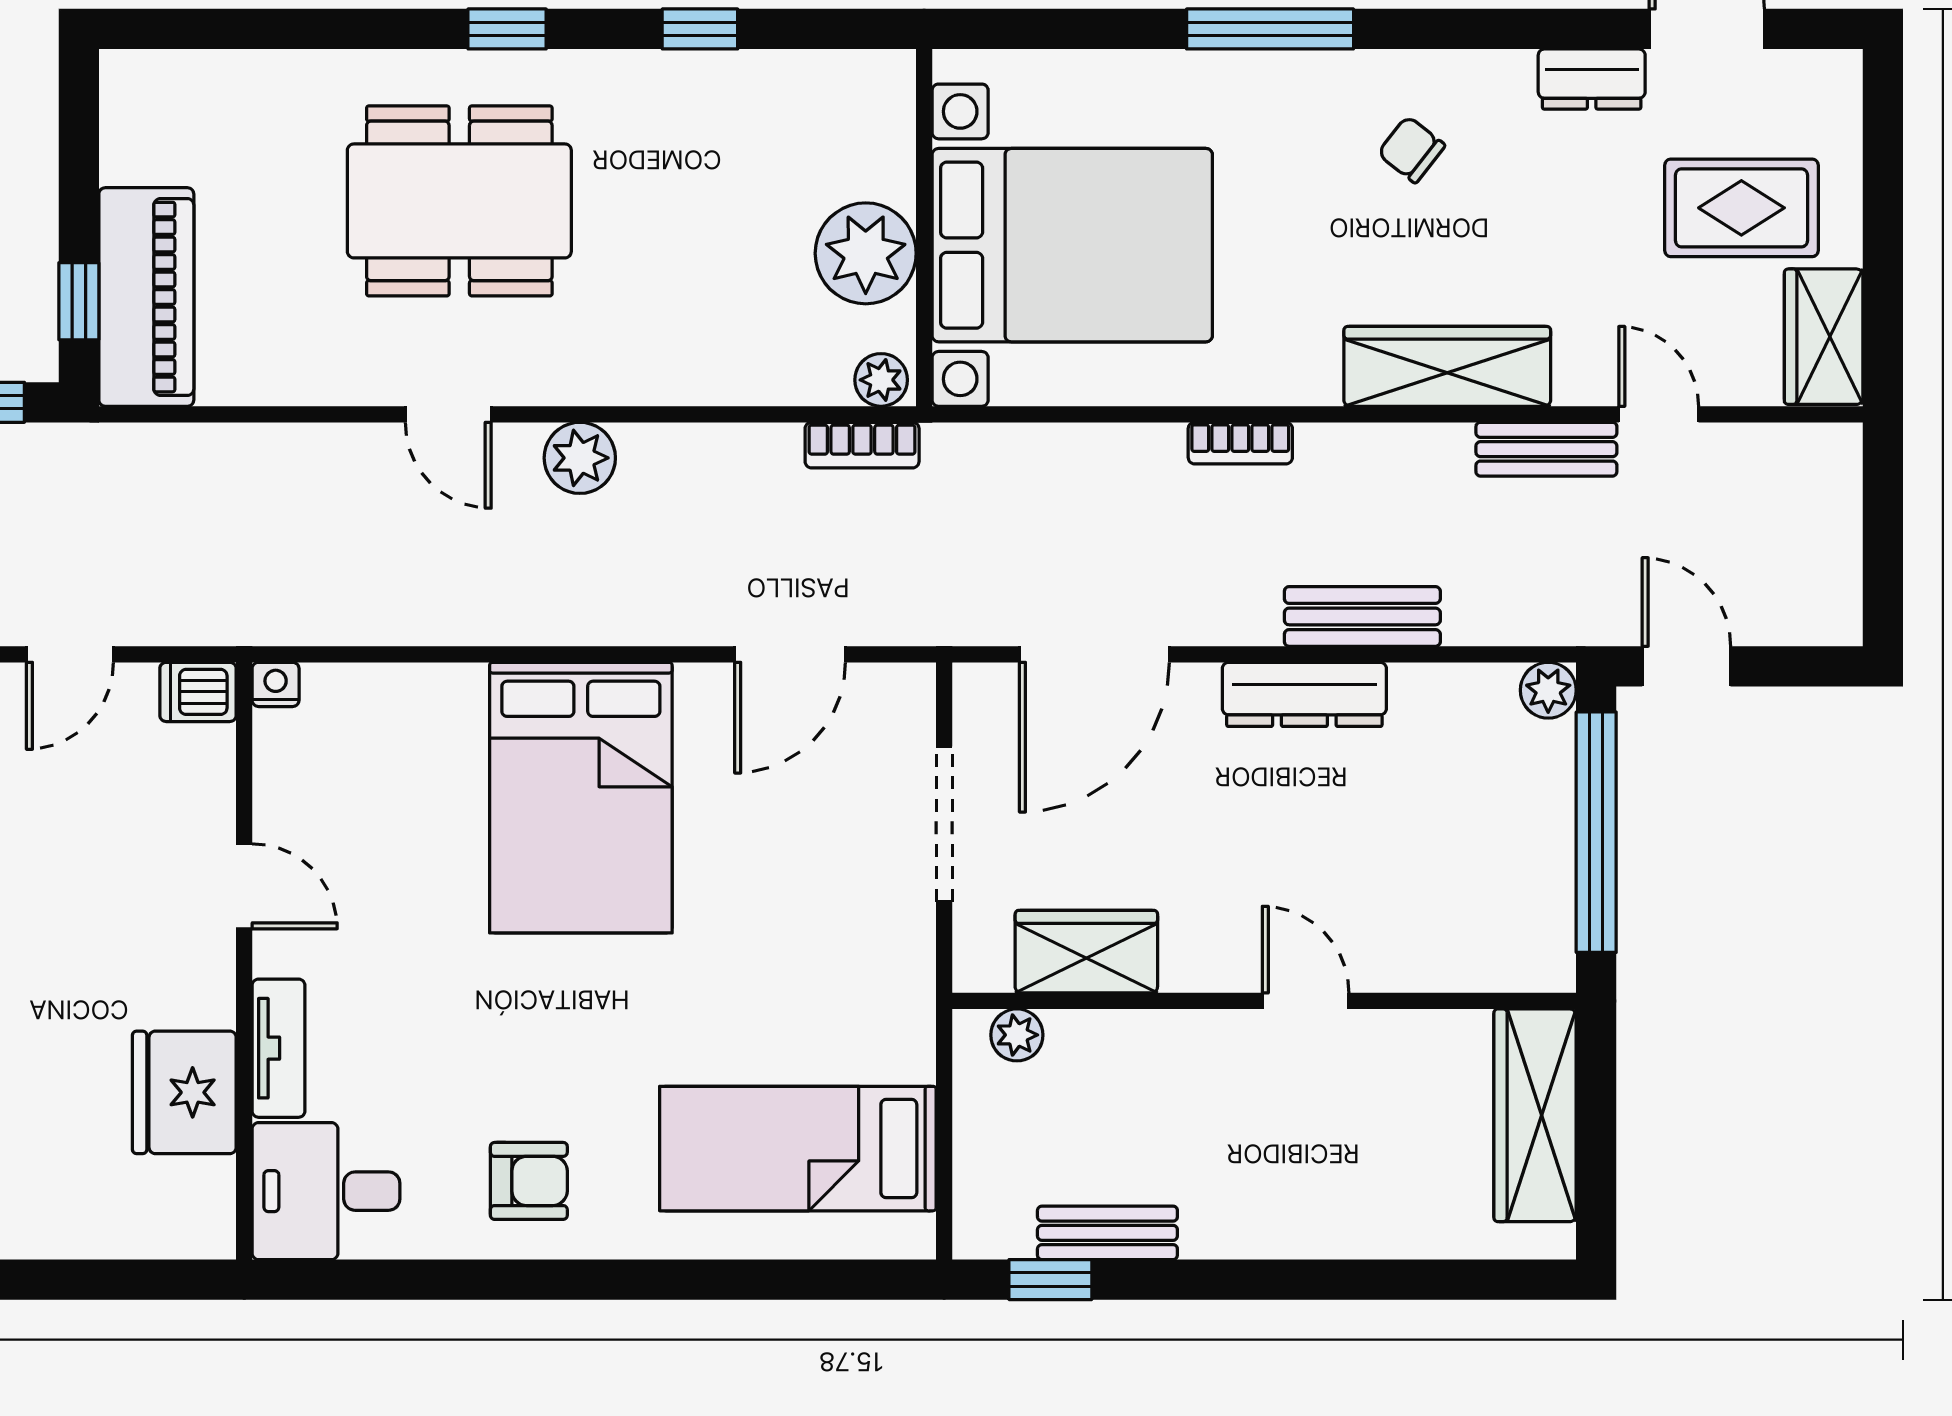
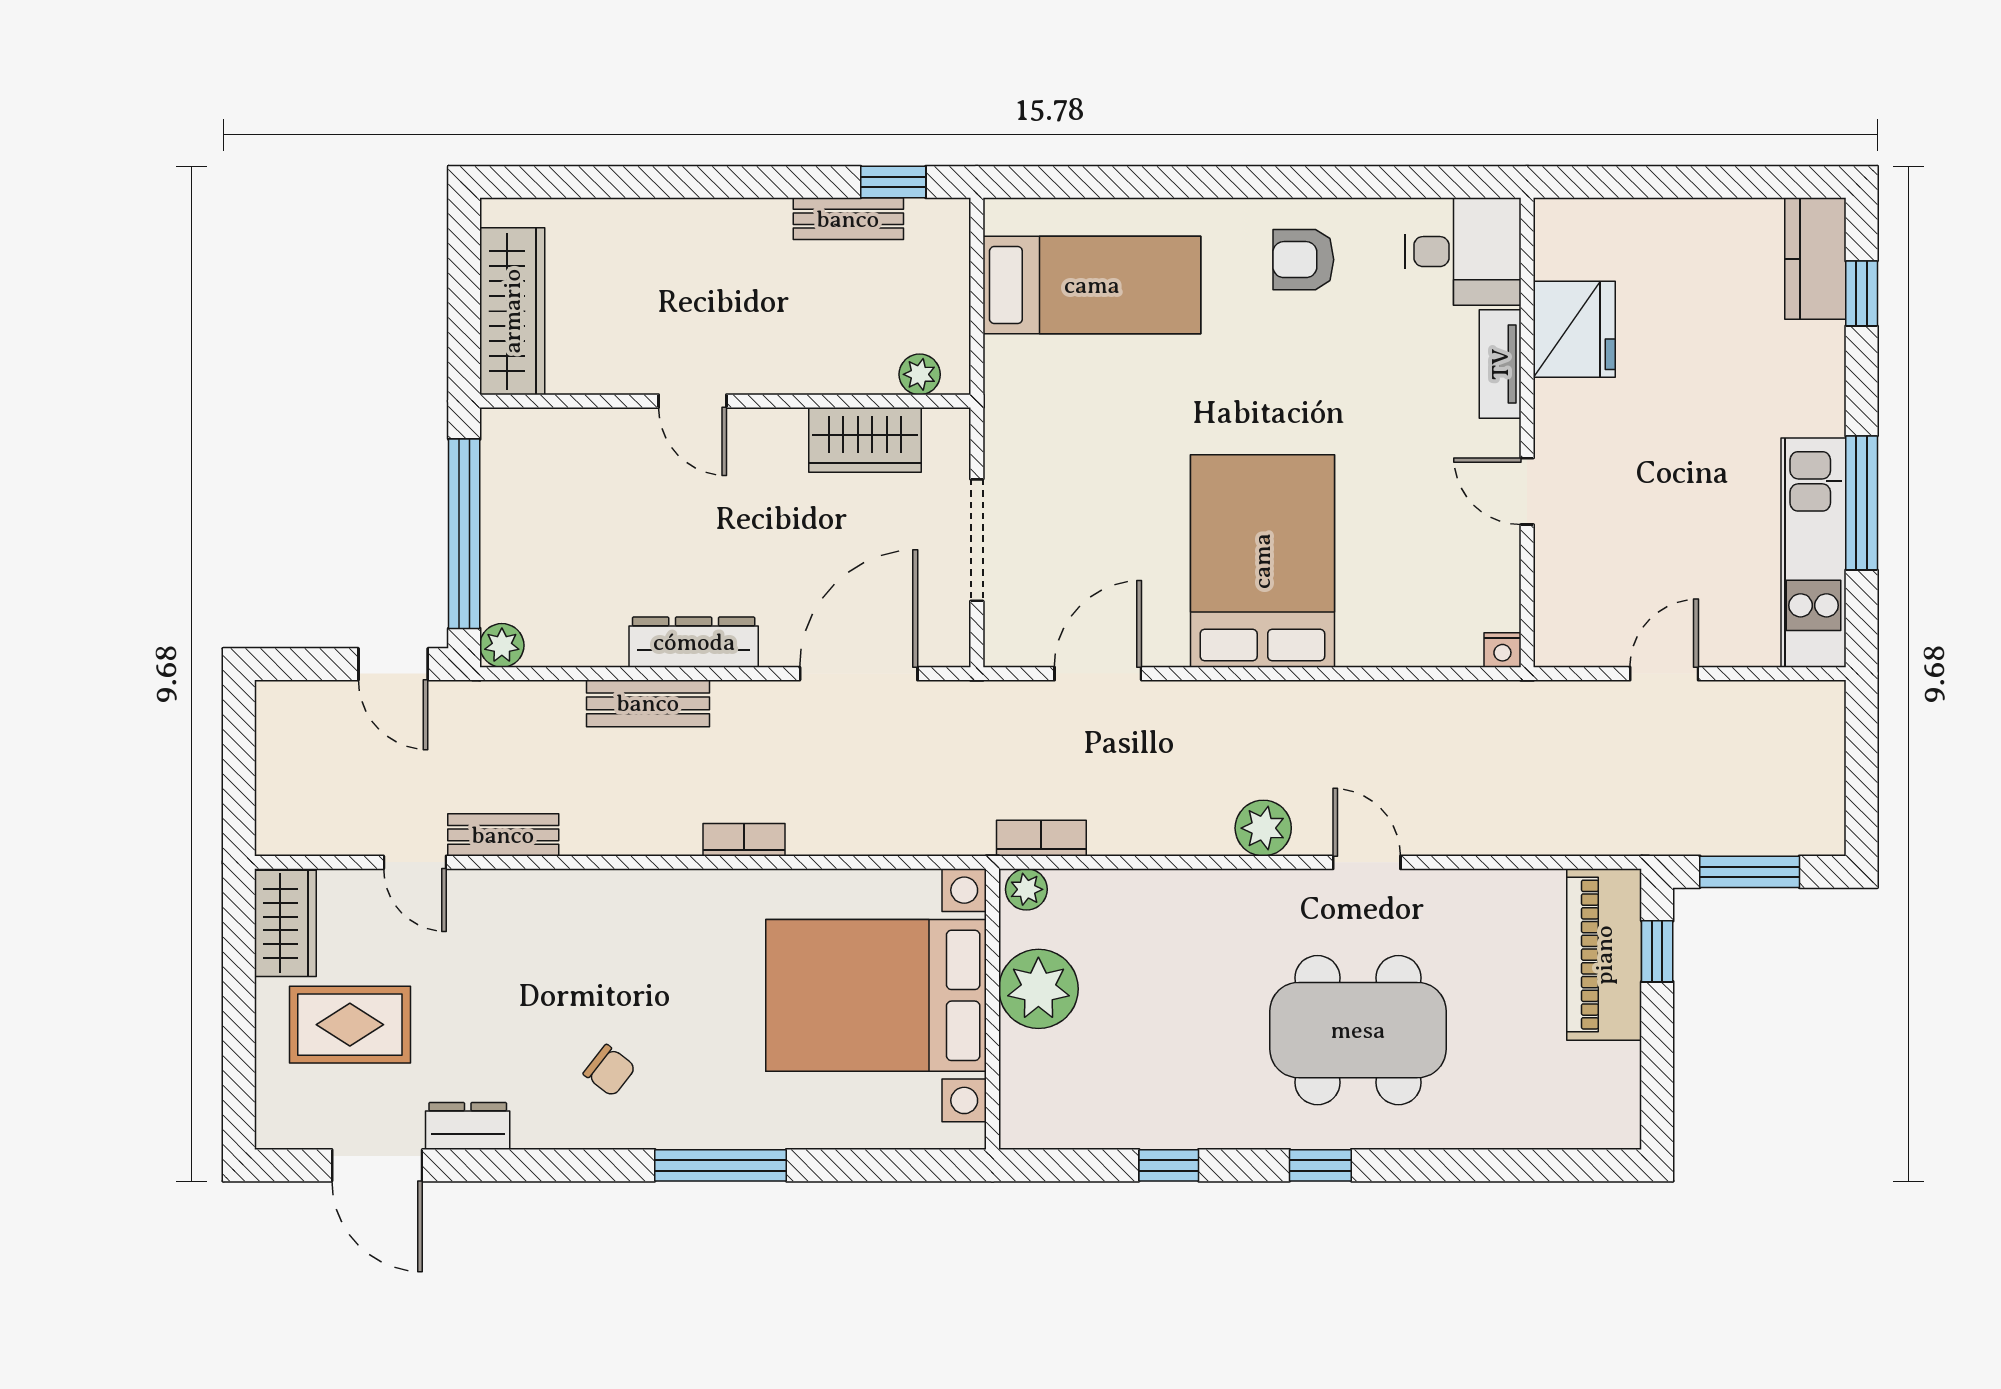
wardrobe: (1447, 366) -> (581, 900), removed
dishwasher: (198, 692) -> (1563, 644), removed

